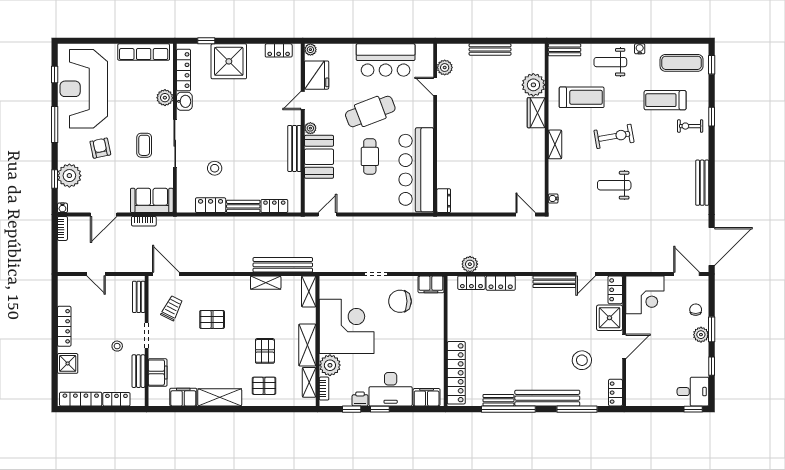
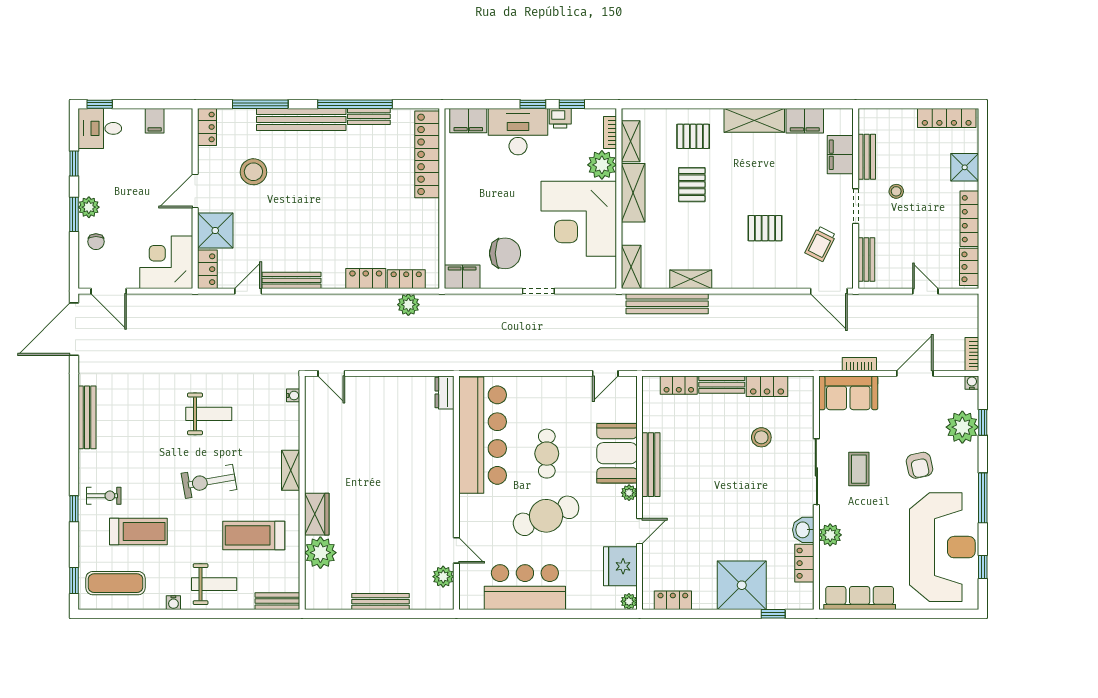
locker: (184, 70) -> (804, 563), width x0.66
filing cabinet: (653, 397) -> (155, 121), added
locker: (116, 399) -> (969, 267), moved, turned 90

